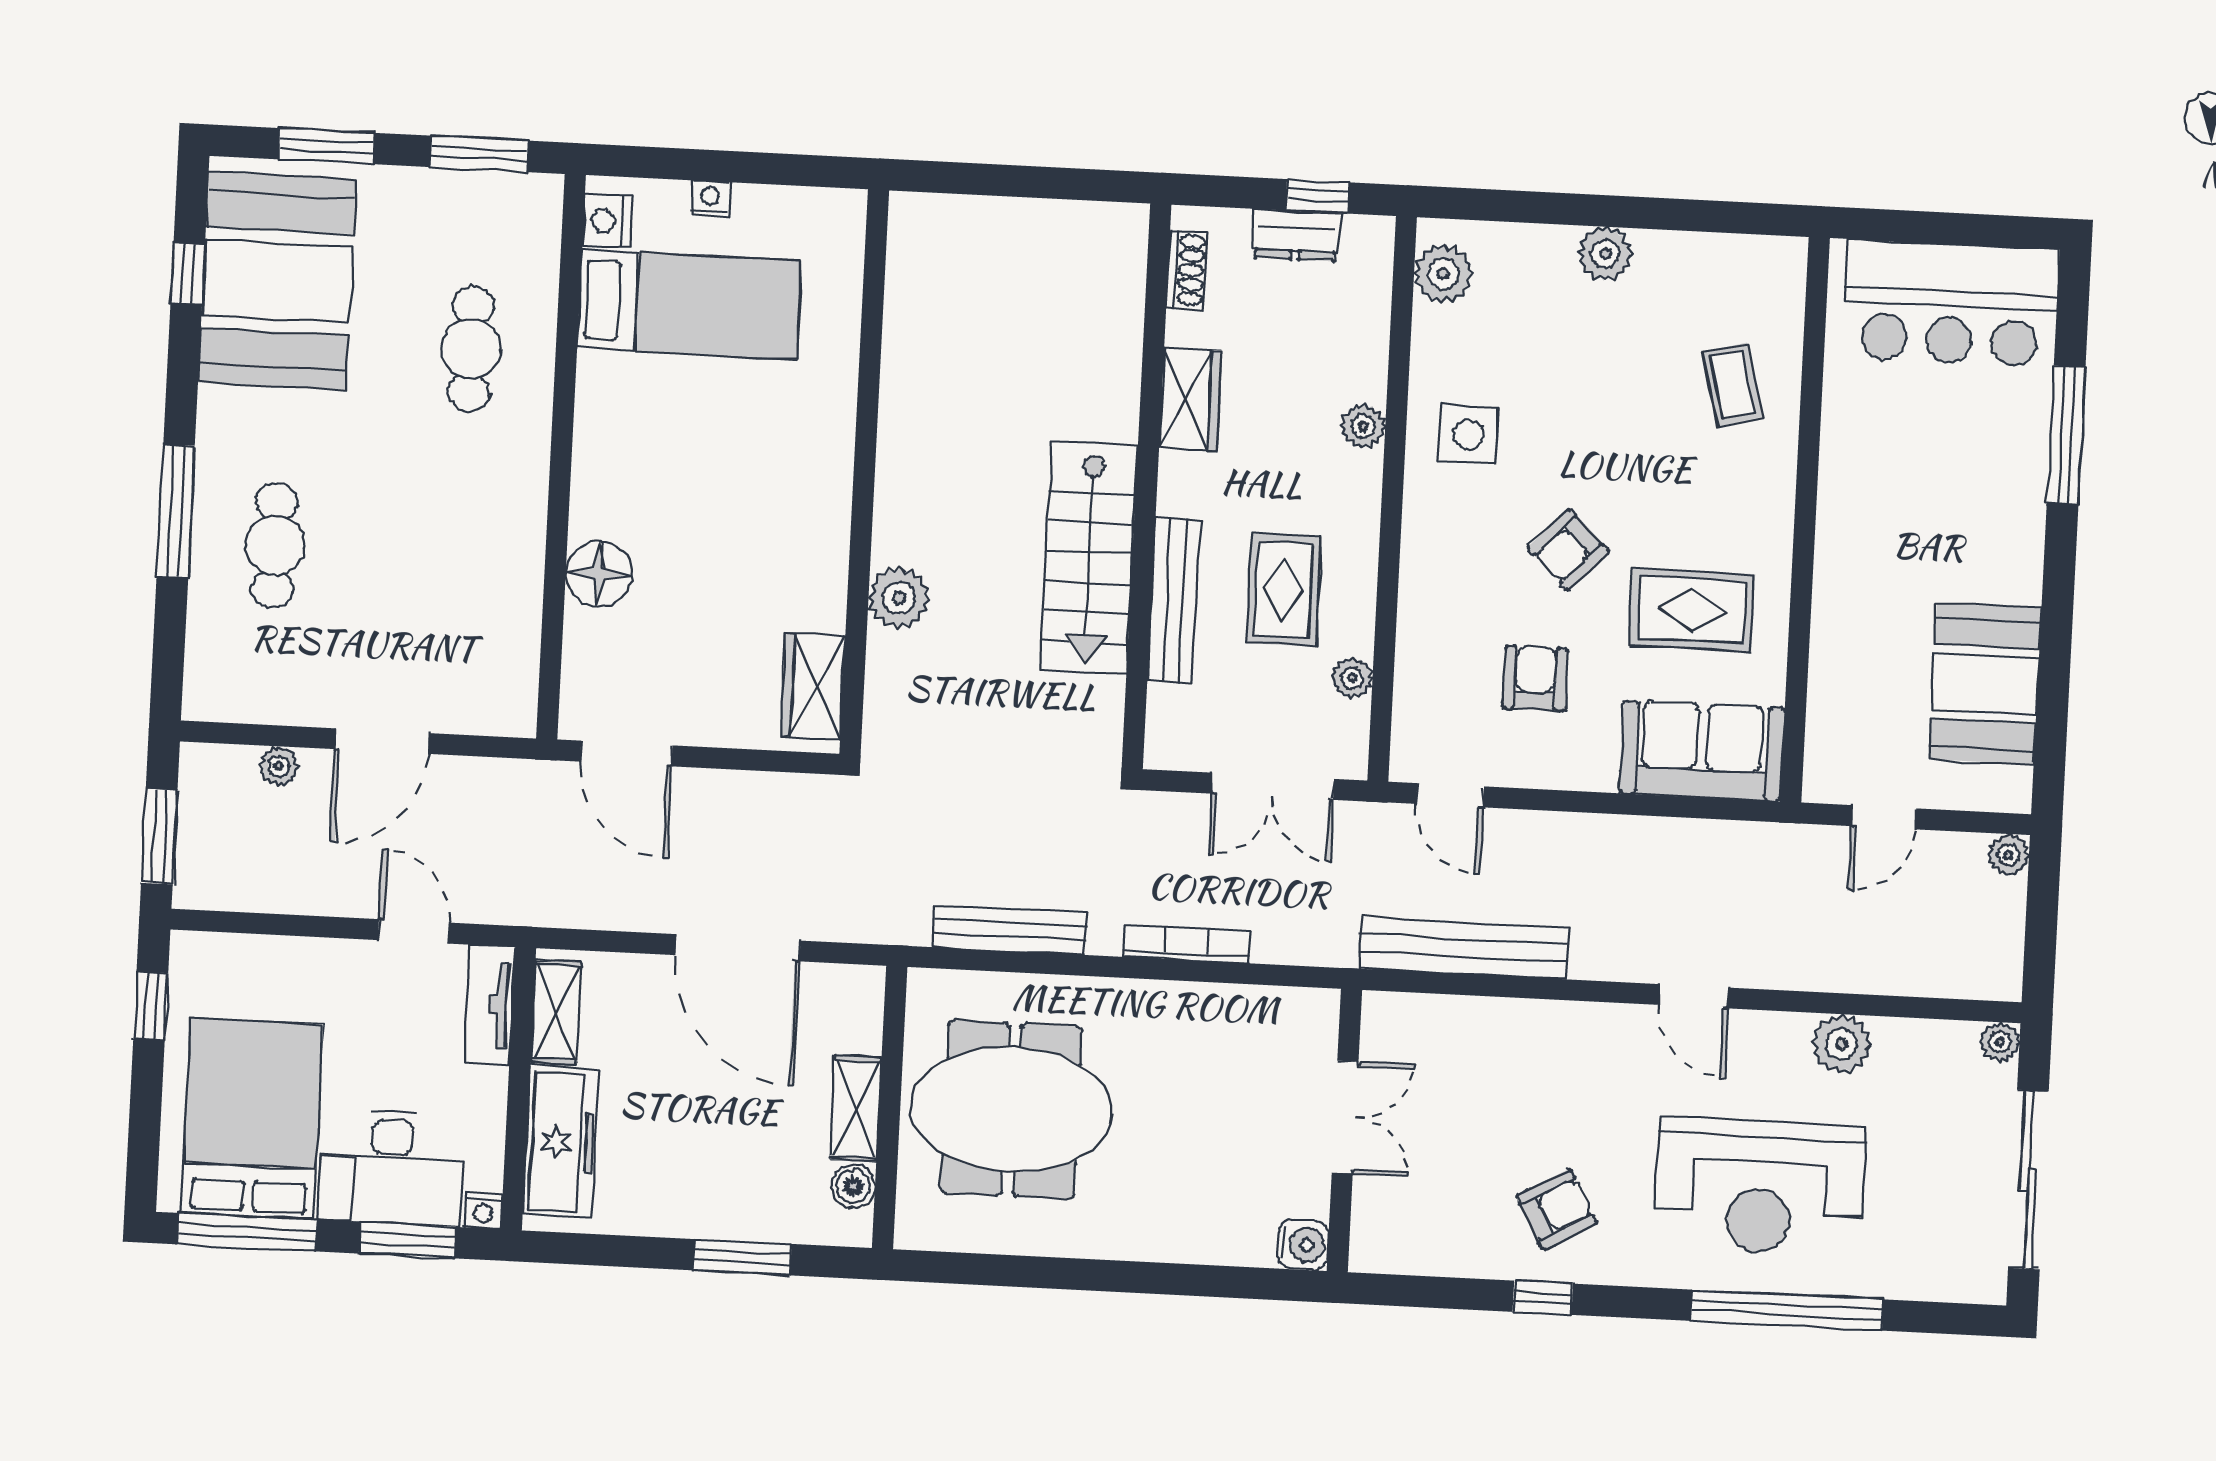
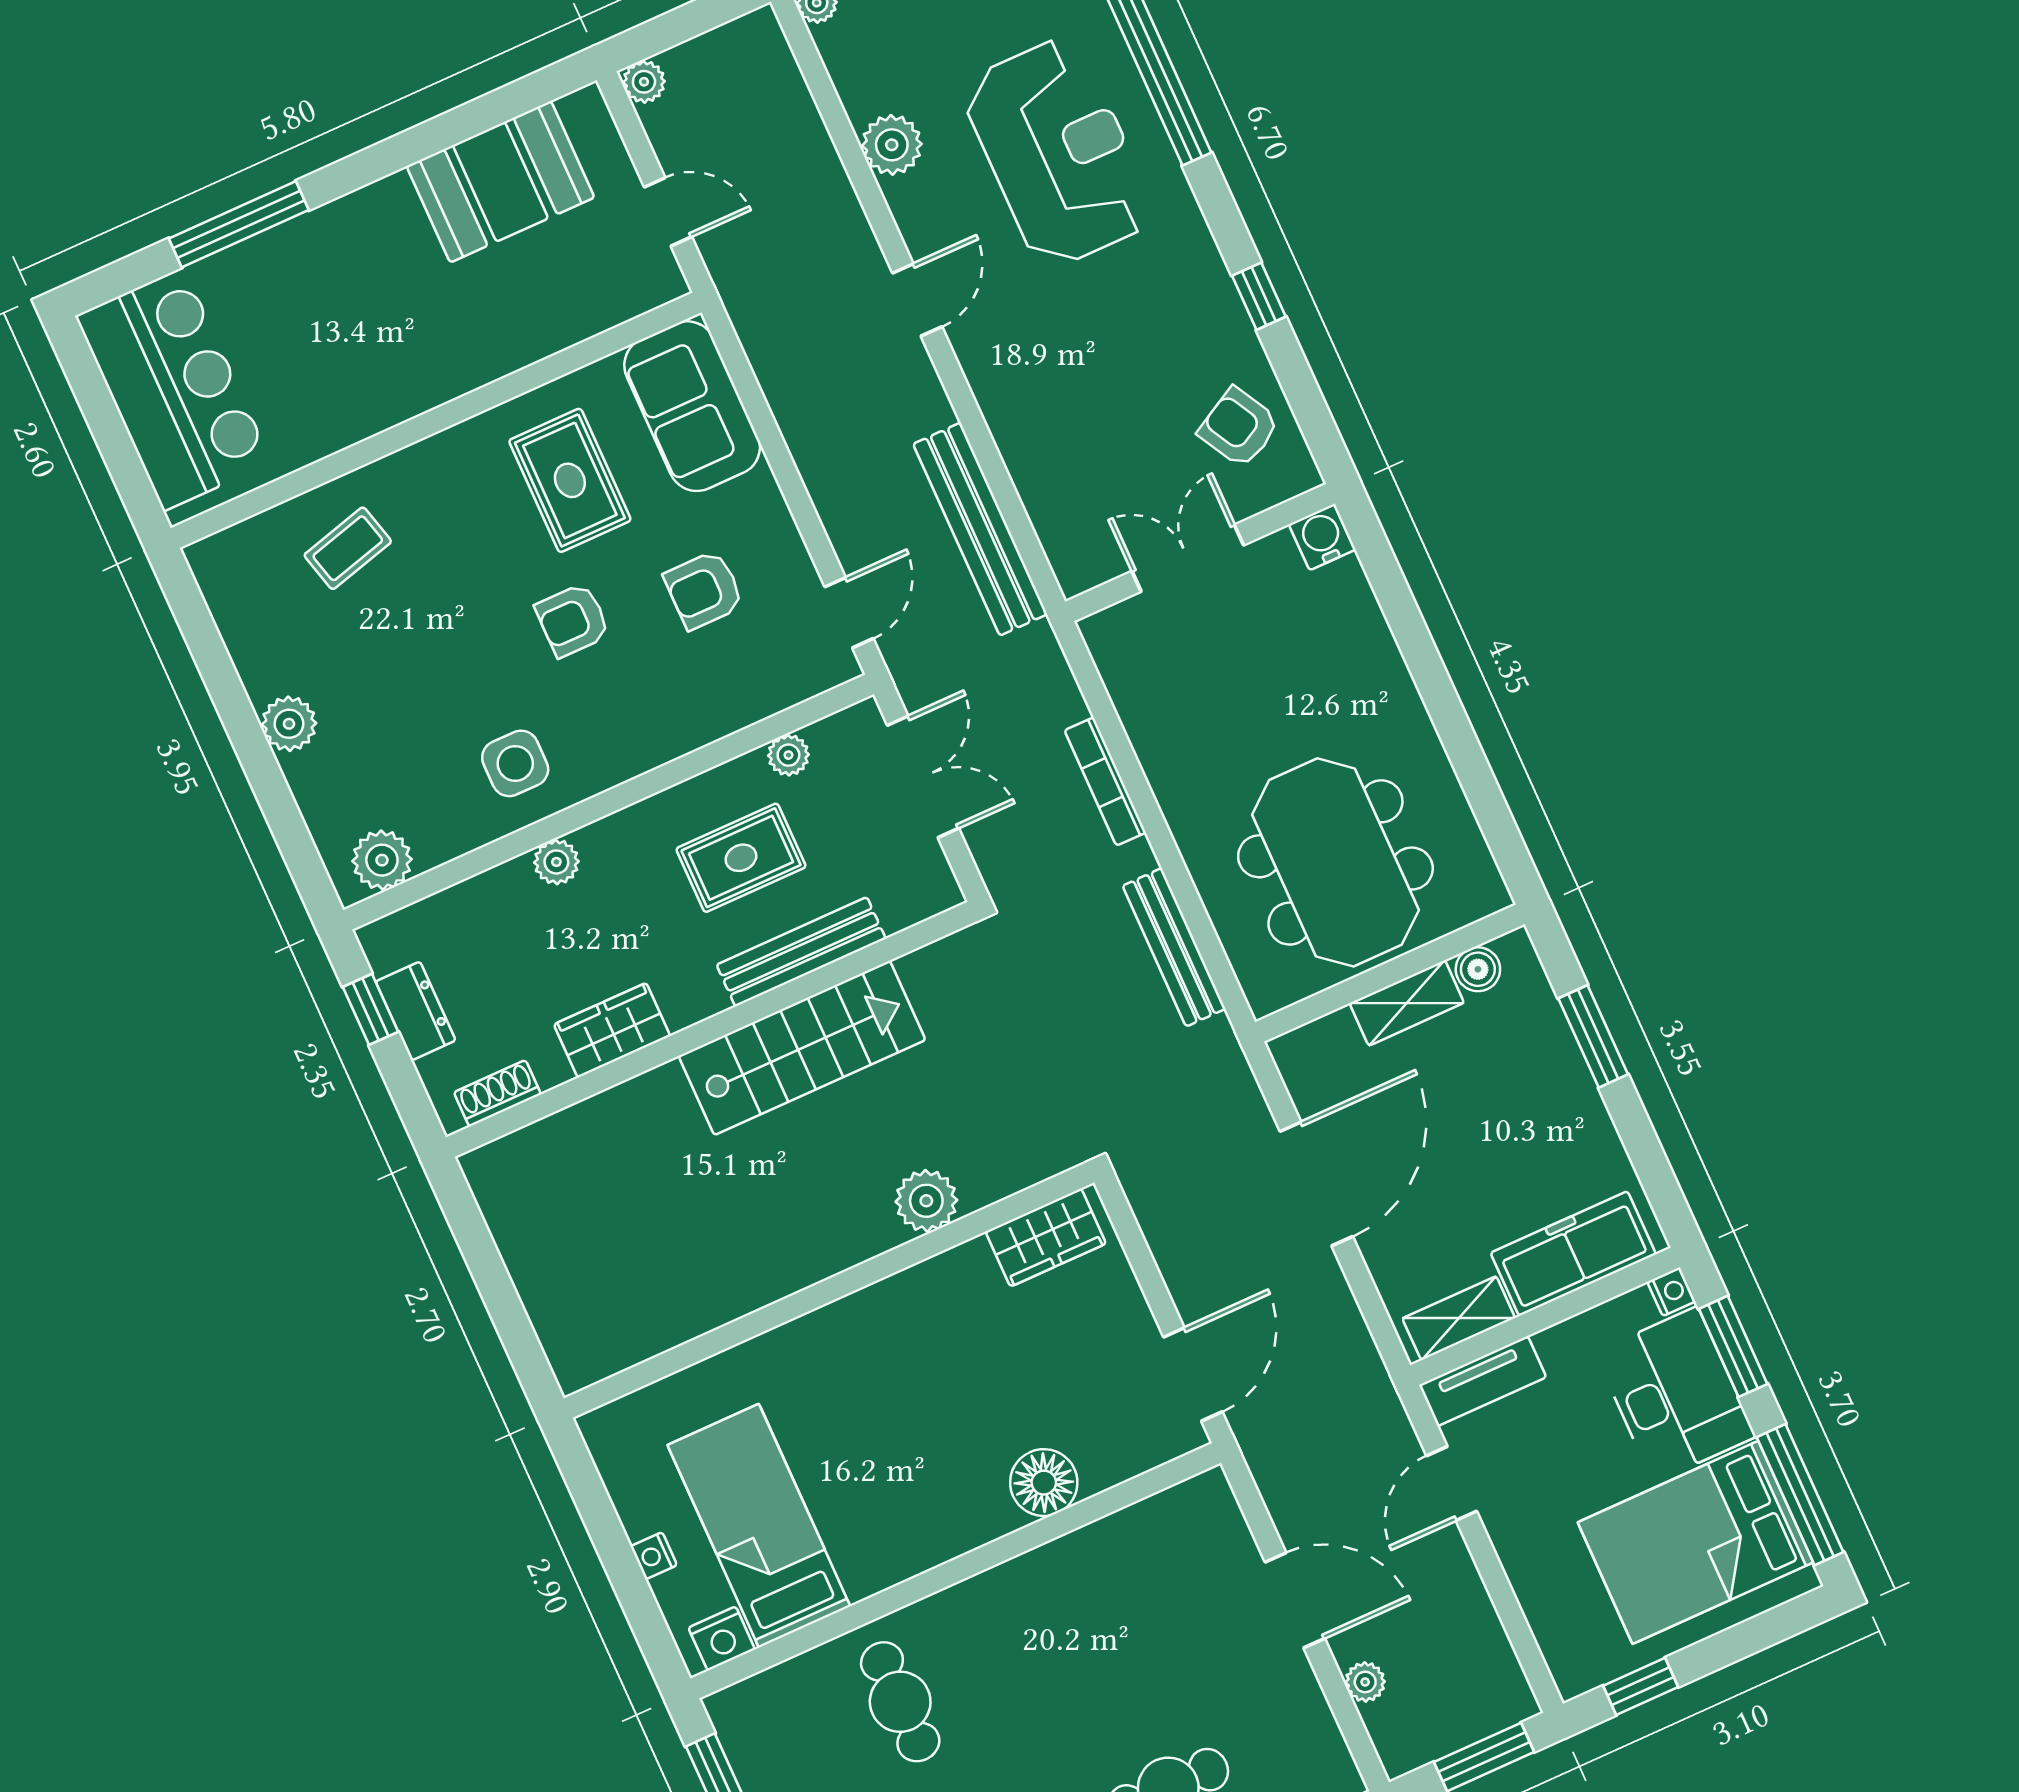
cafe table: (471, 349) -> (900, 1702), turned 90
armchair: (1568, 549) -> (573, 620), turned 136
armchair: (1557, 1209) -> (1239, 428), moved

